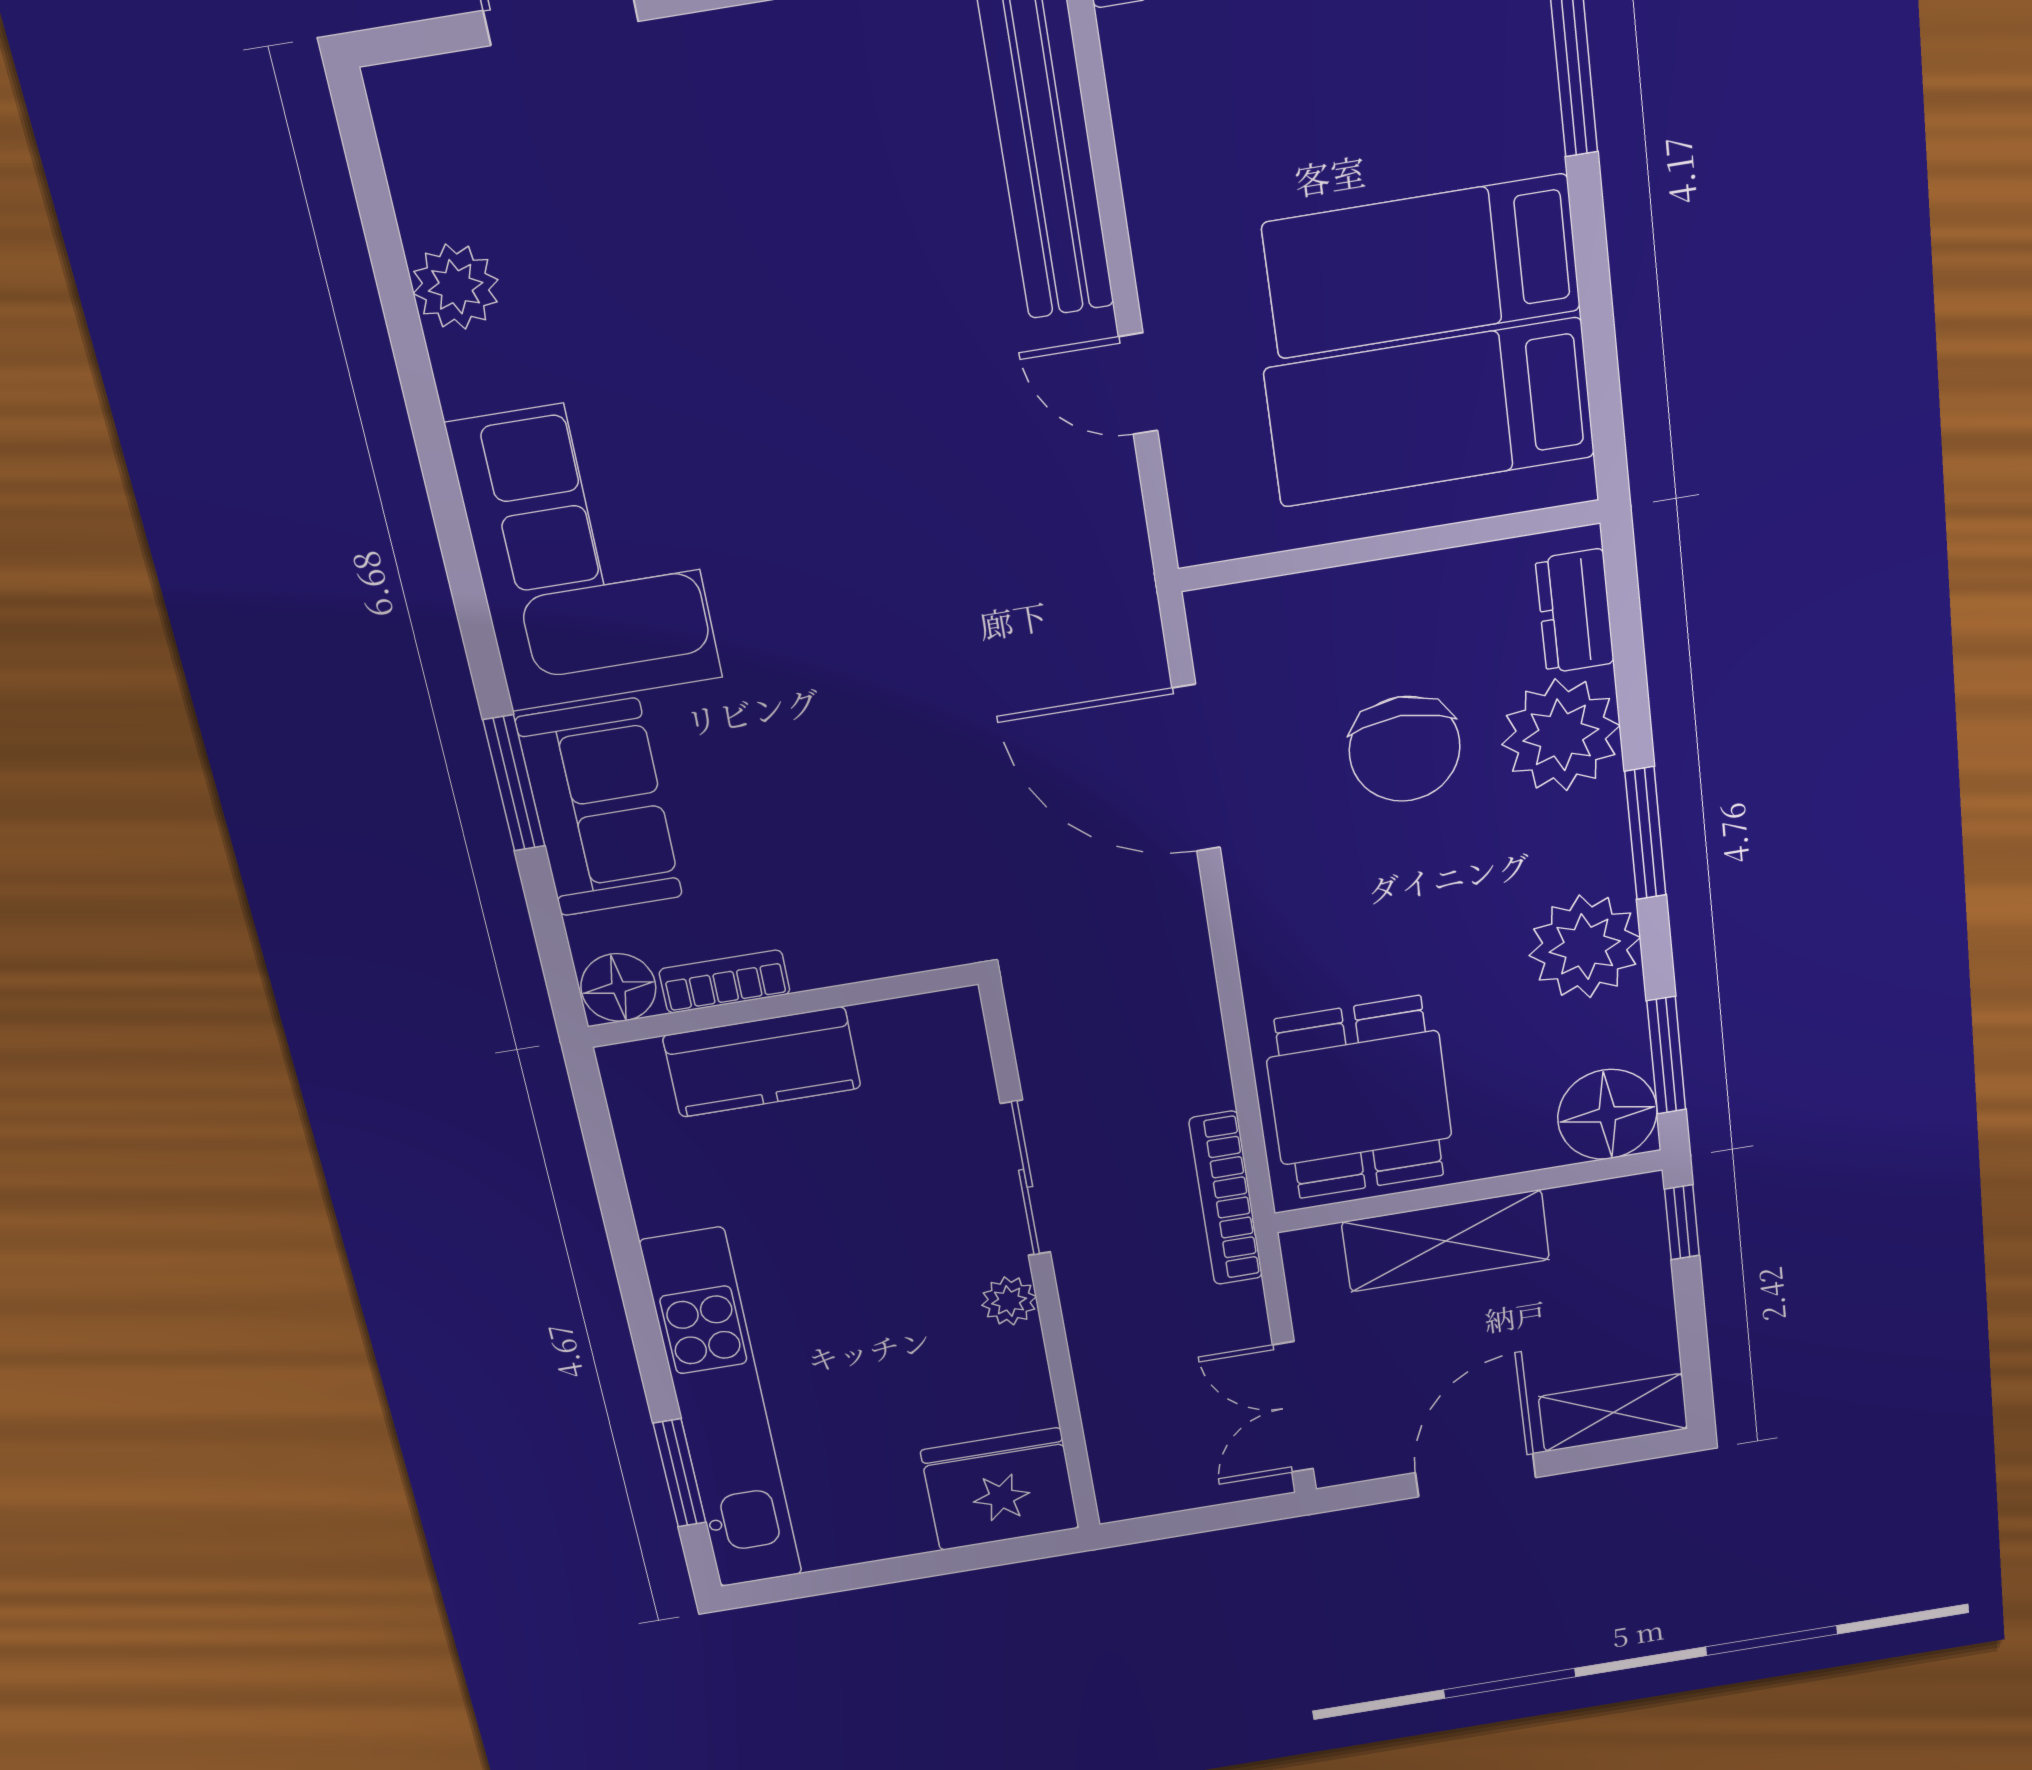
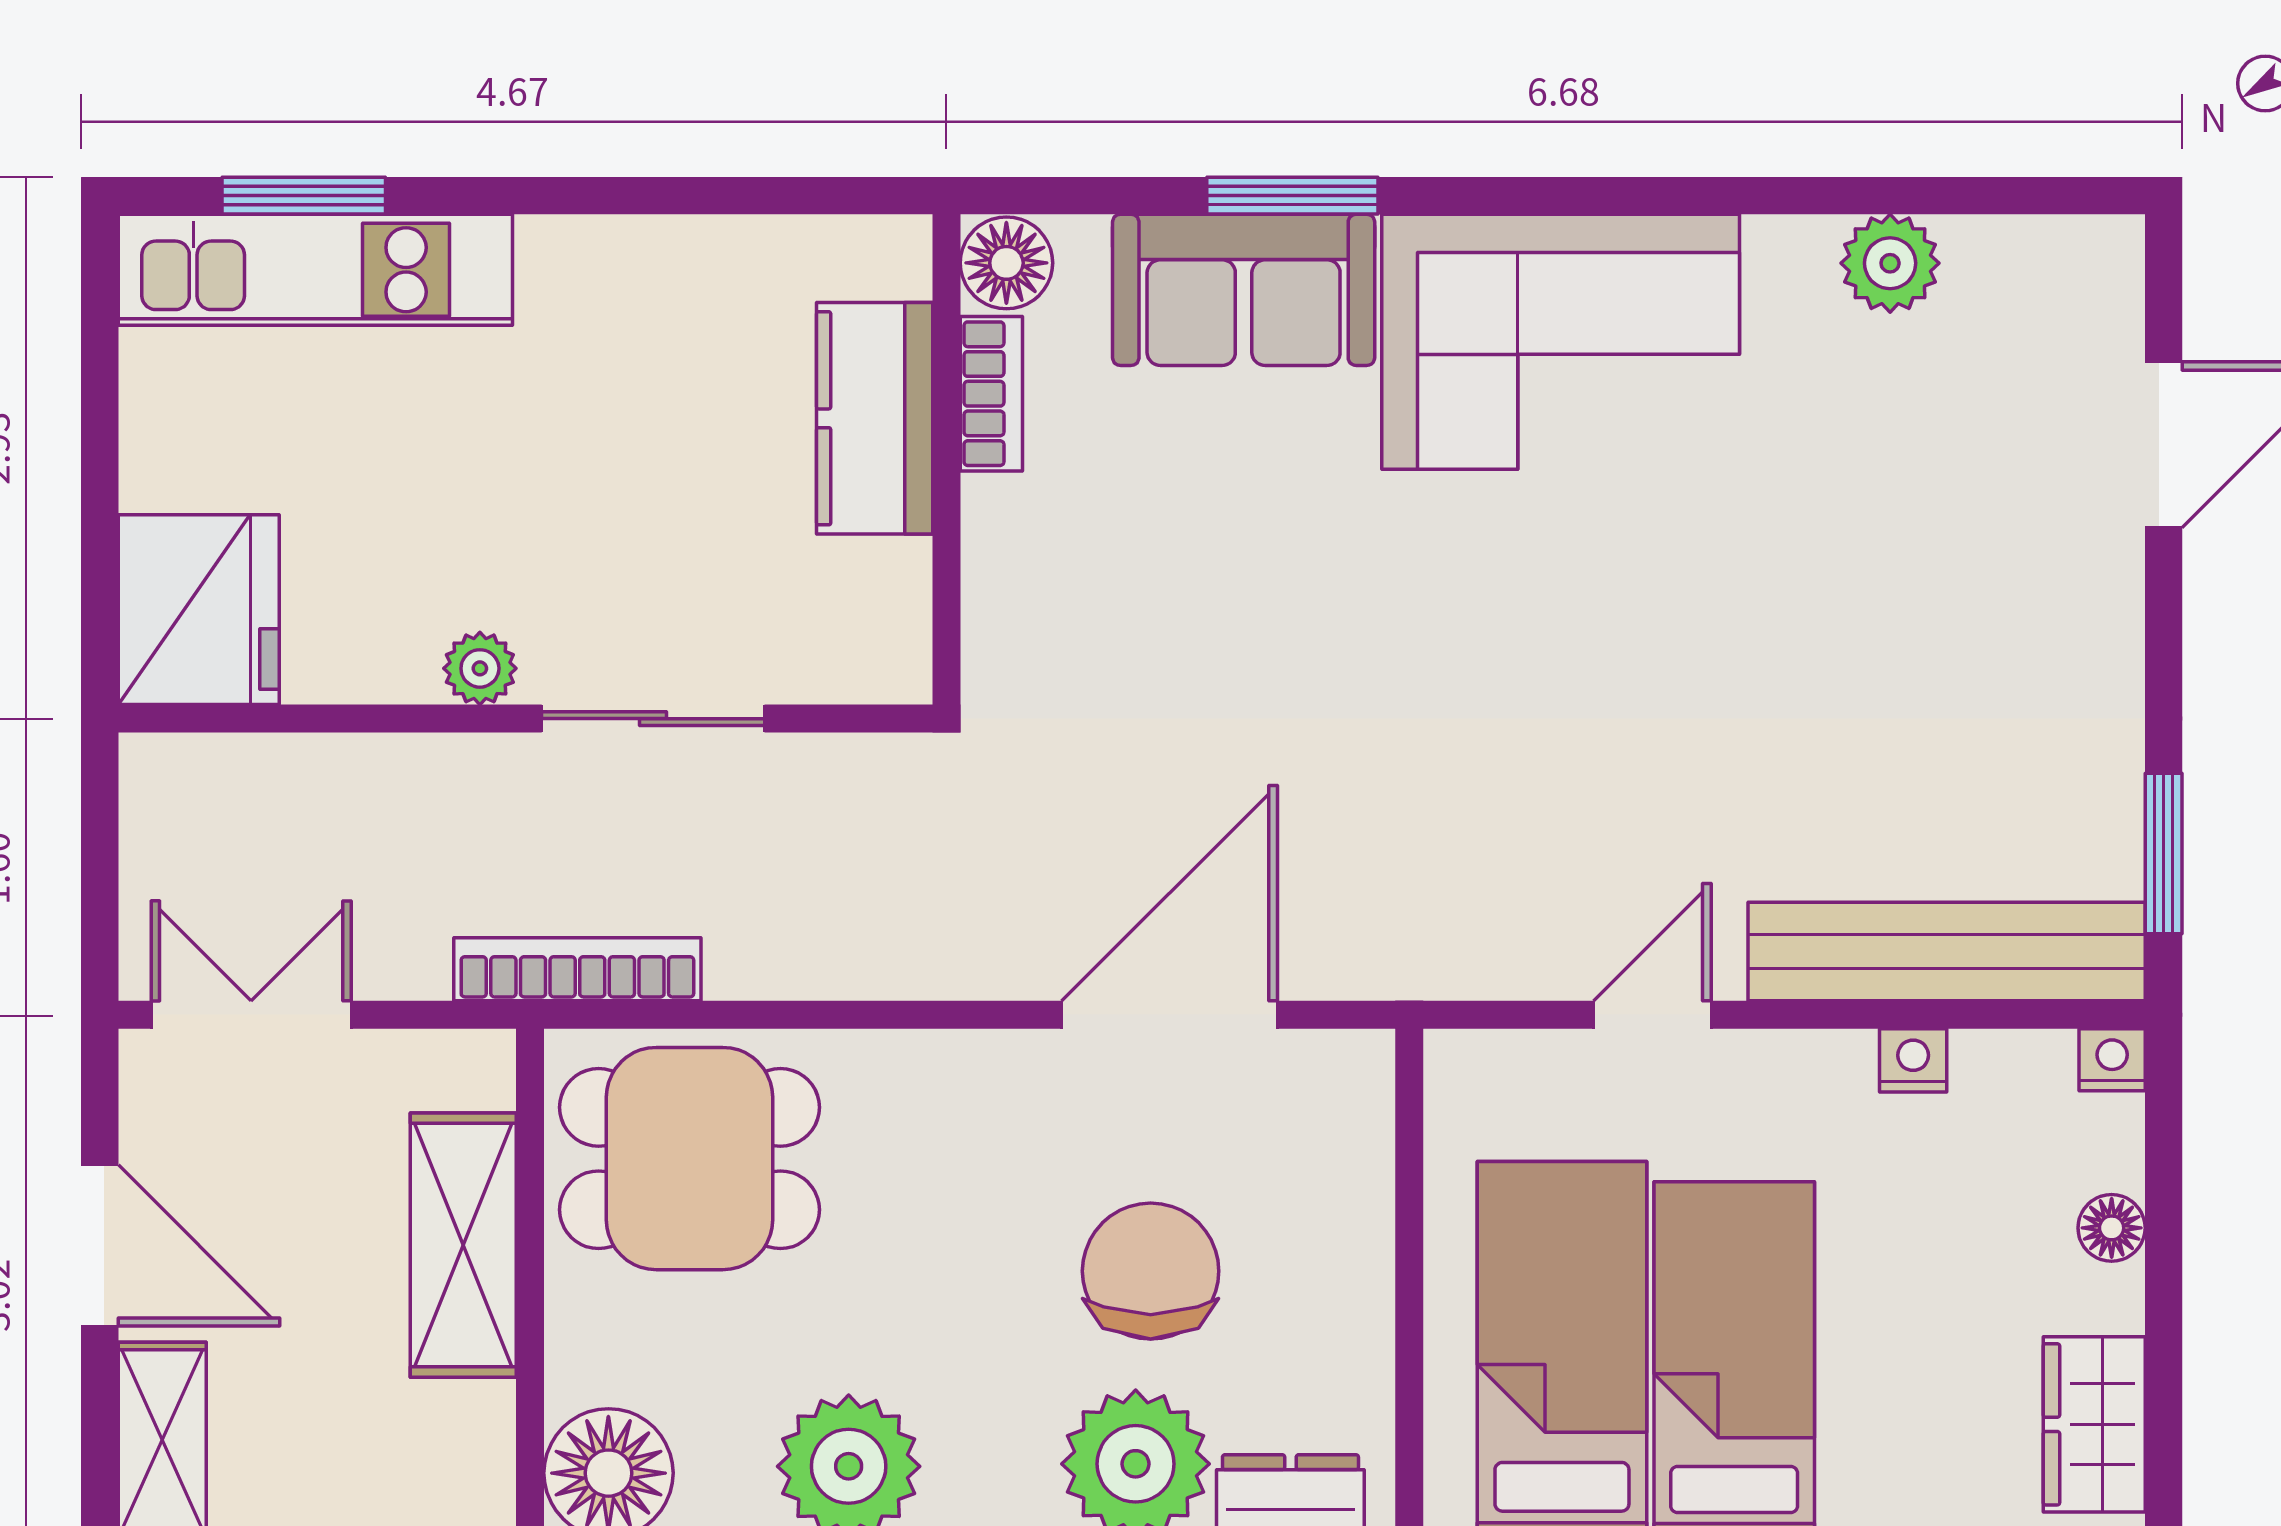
nightstand: (1144, 153) -> (1913, 1060), added
chair: (1405, 749) -> (1151, 1271), turned 90
kitchen unit: (722, 1411) -> (315, 270), width x0.73

